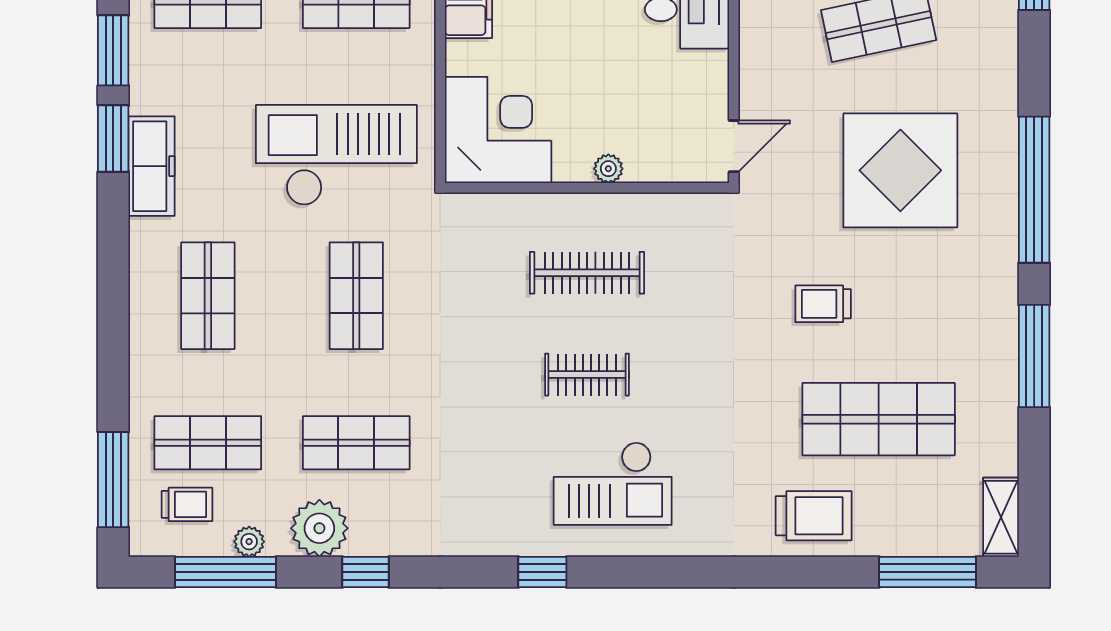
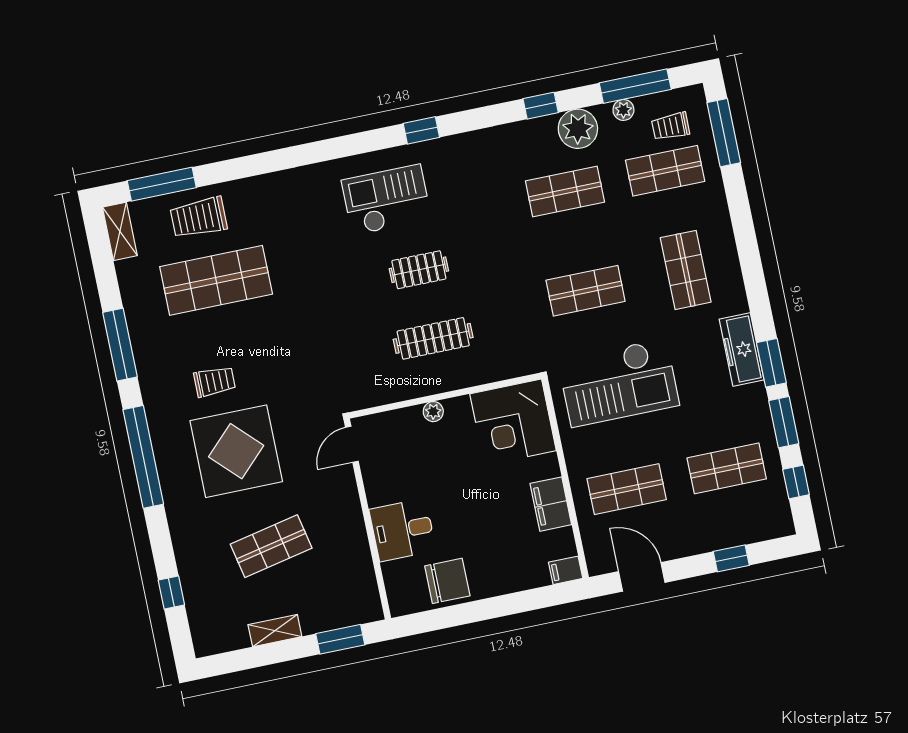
shop shelf: (356, 296) -> (586, 291), turned 90
trolley: (823, 304) -> (215, 382), moved
trolley: (814, 516) -> (199, 218), moved

